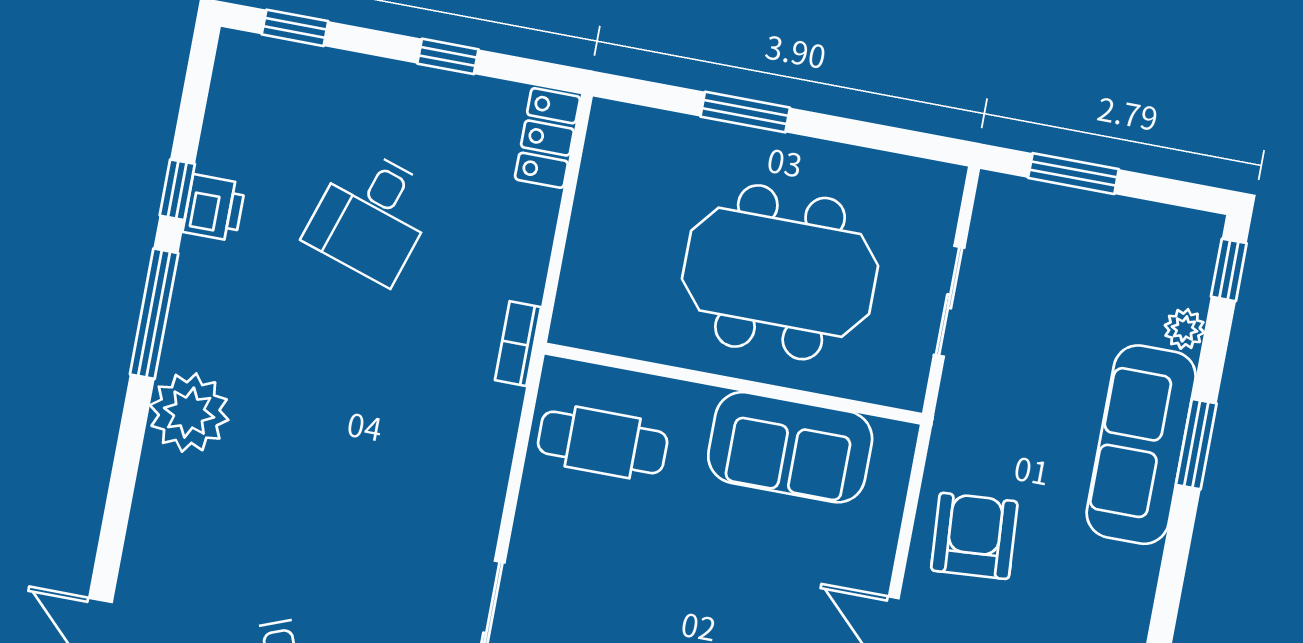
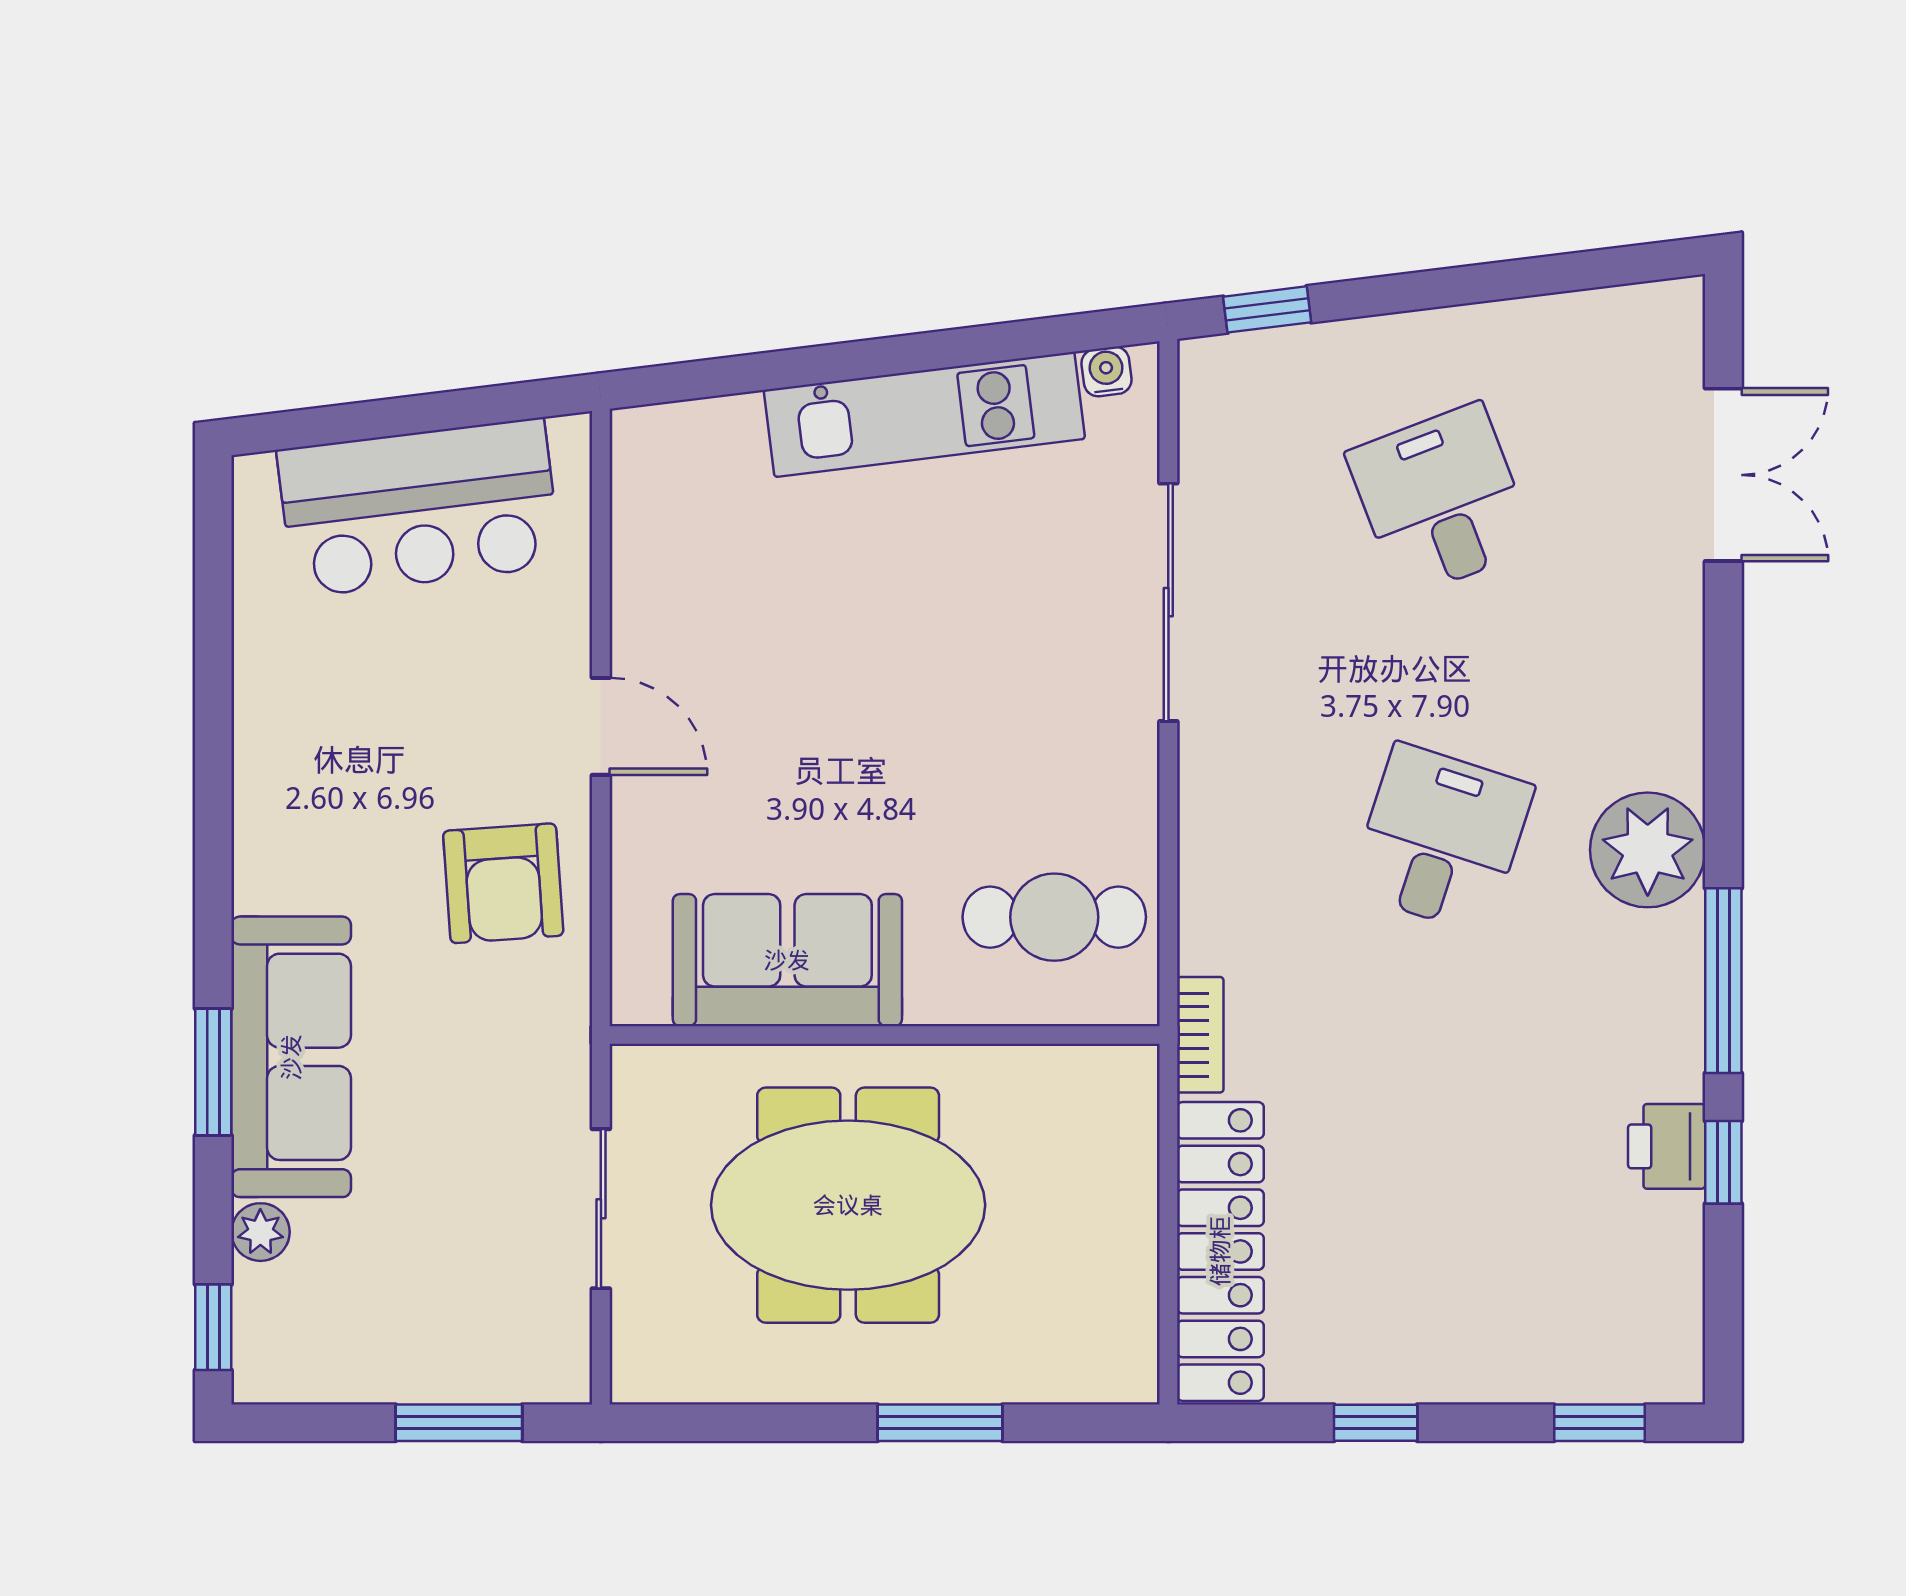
locker: (548, 138) -> (1220, 1251), width x2.16, depth x1.21
desk: (372, 216) -> (1441, 839), moved

